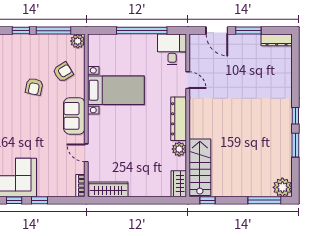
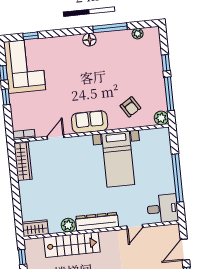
armchair: (34, 87) -> (114, 81), removed
stairs: (200, 167) -> (72, 245), moved

